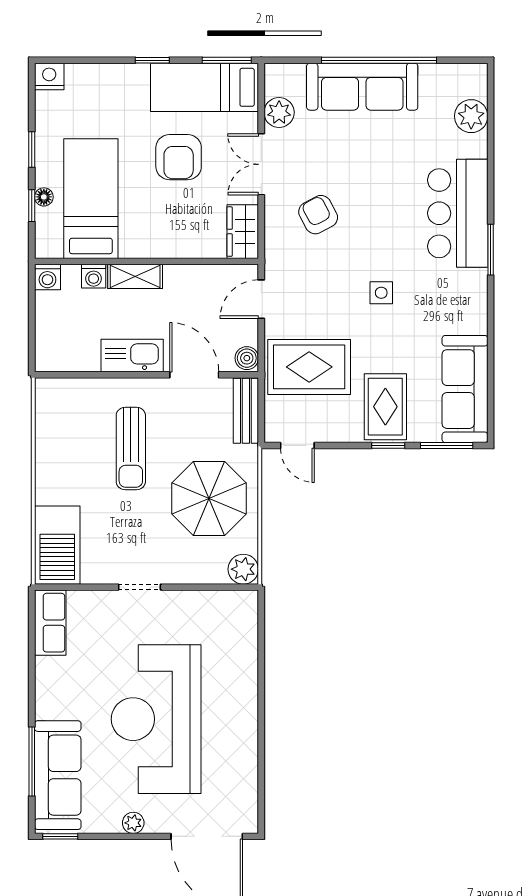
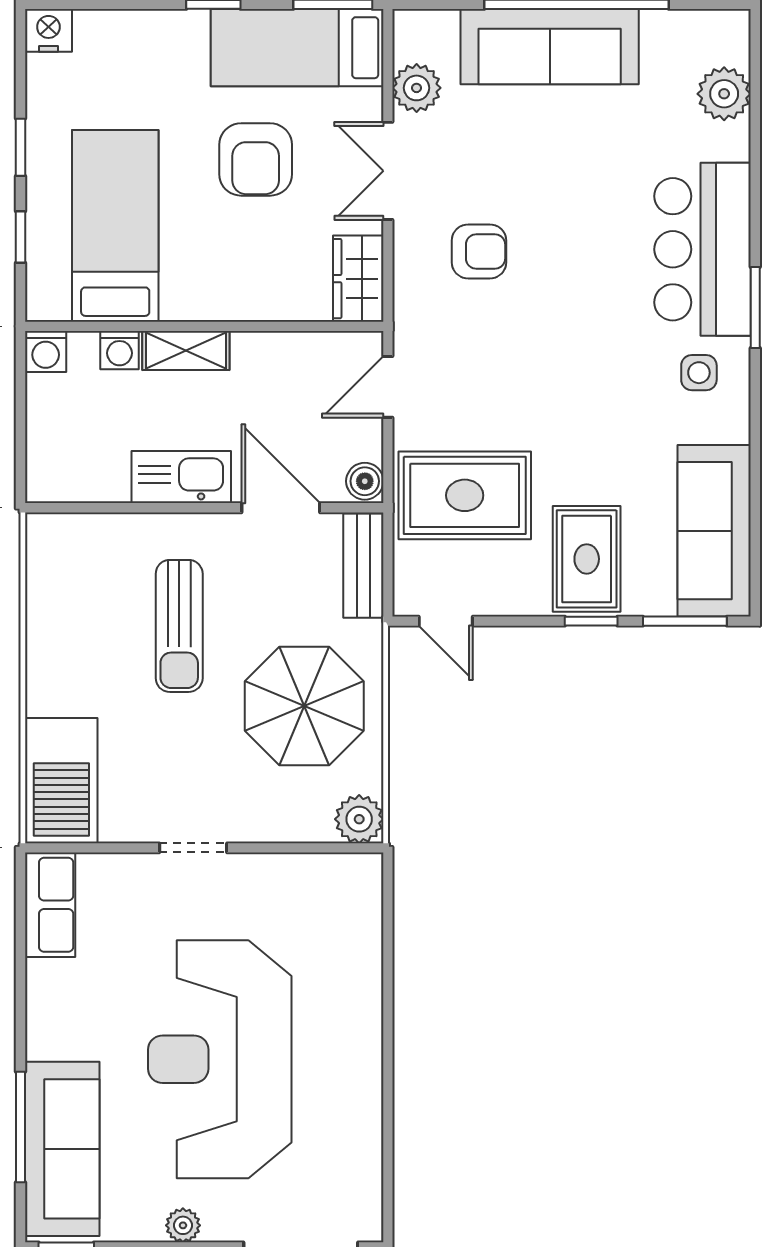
floor lamp: (44, 197) -> (40, 223), removed
armchair: (318, 215) -> (479, 251), turned 118
side table: (381, 293) -> (699, 373), moved

